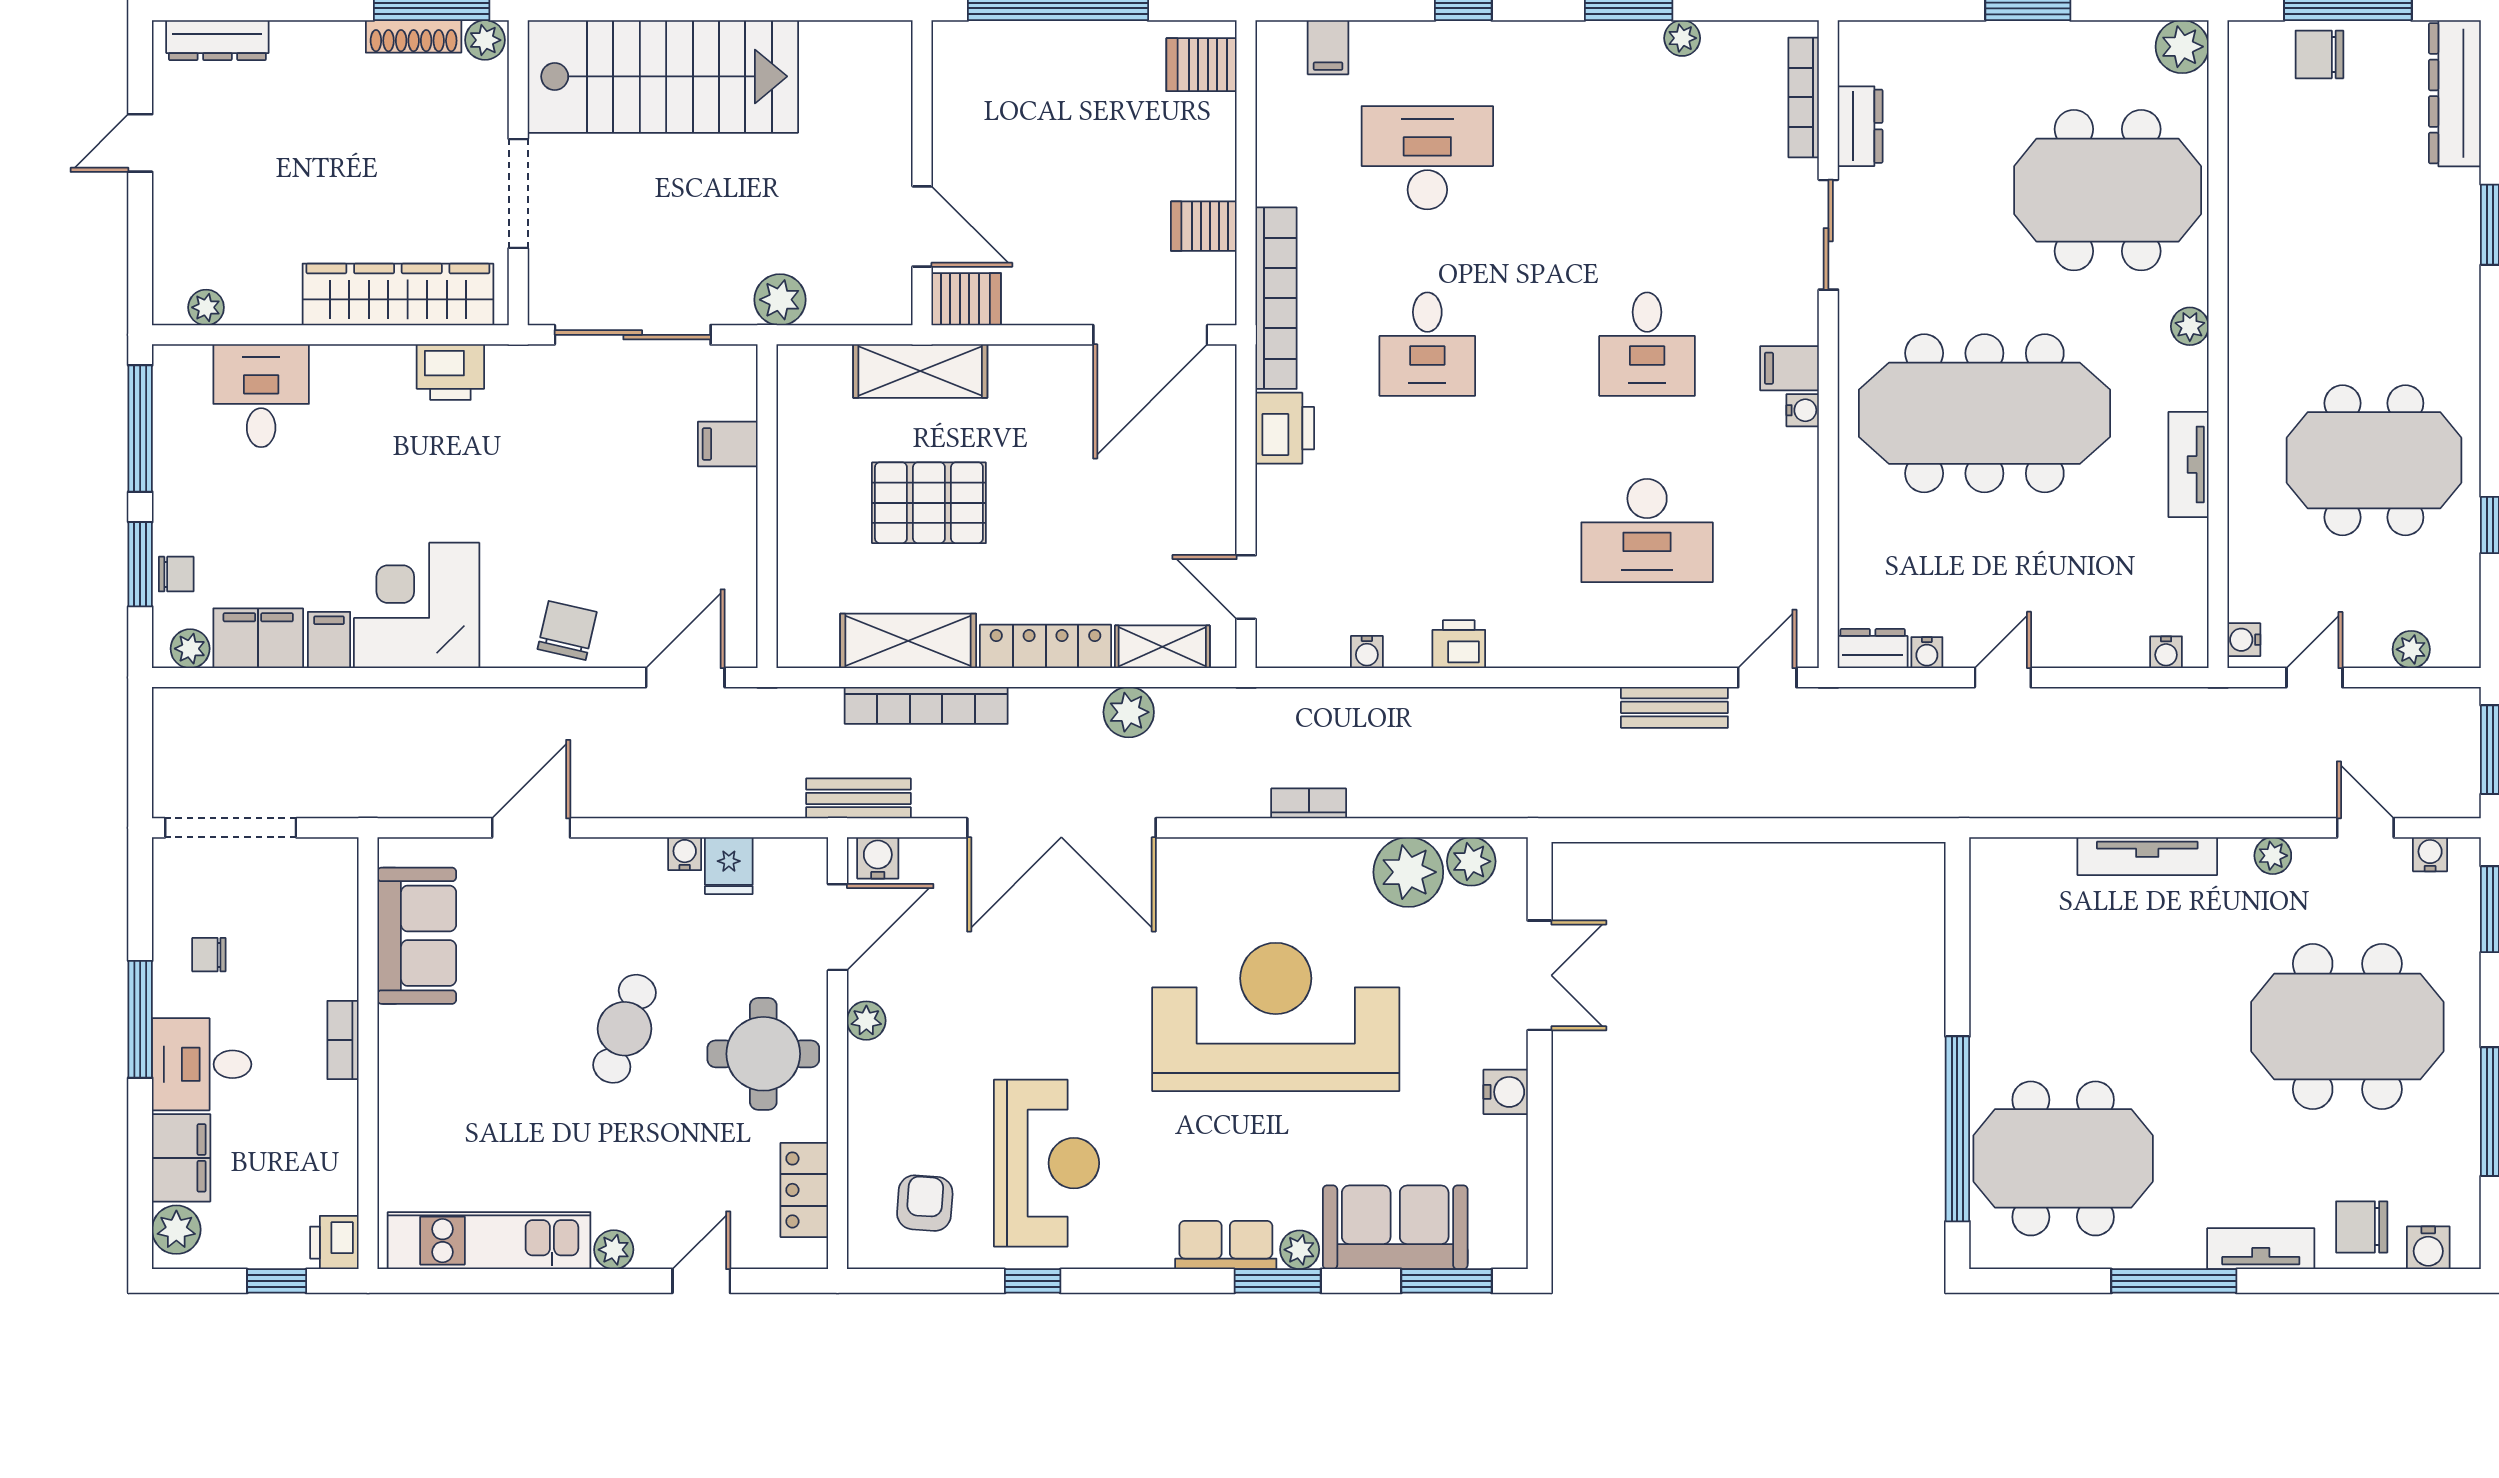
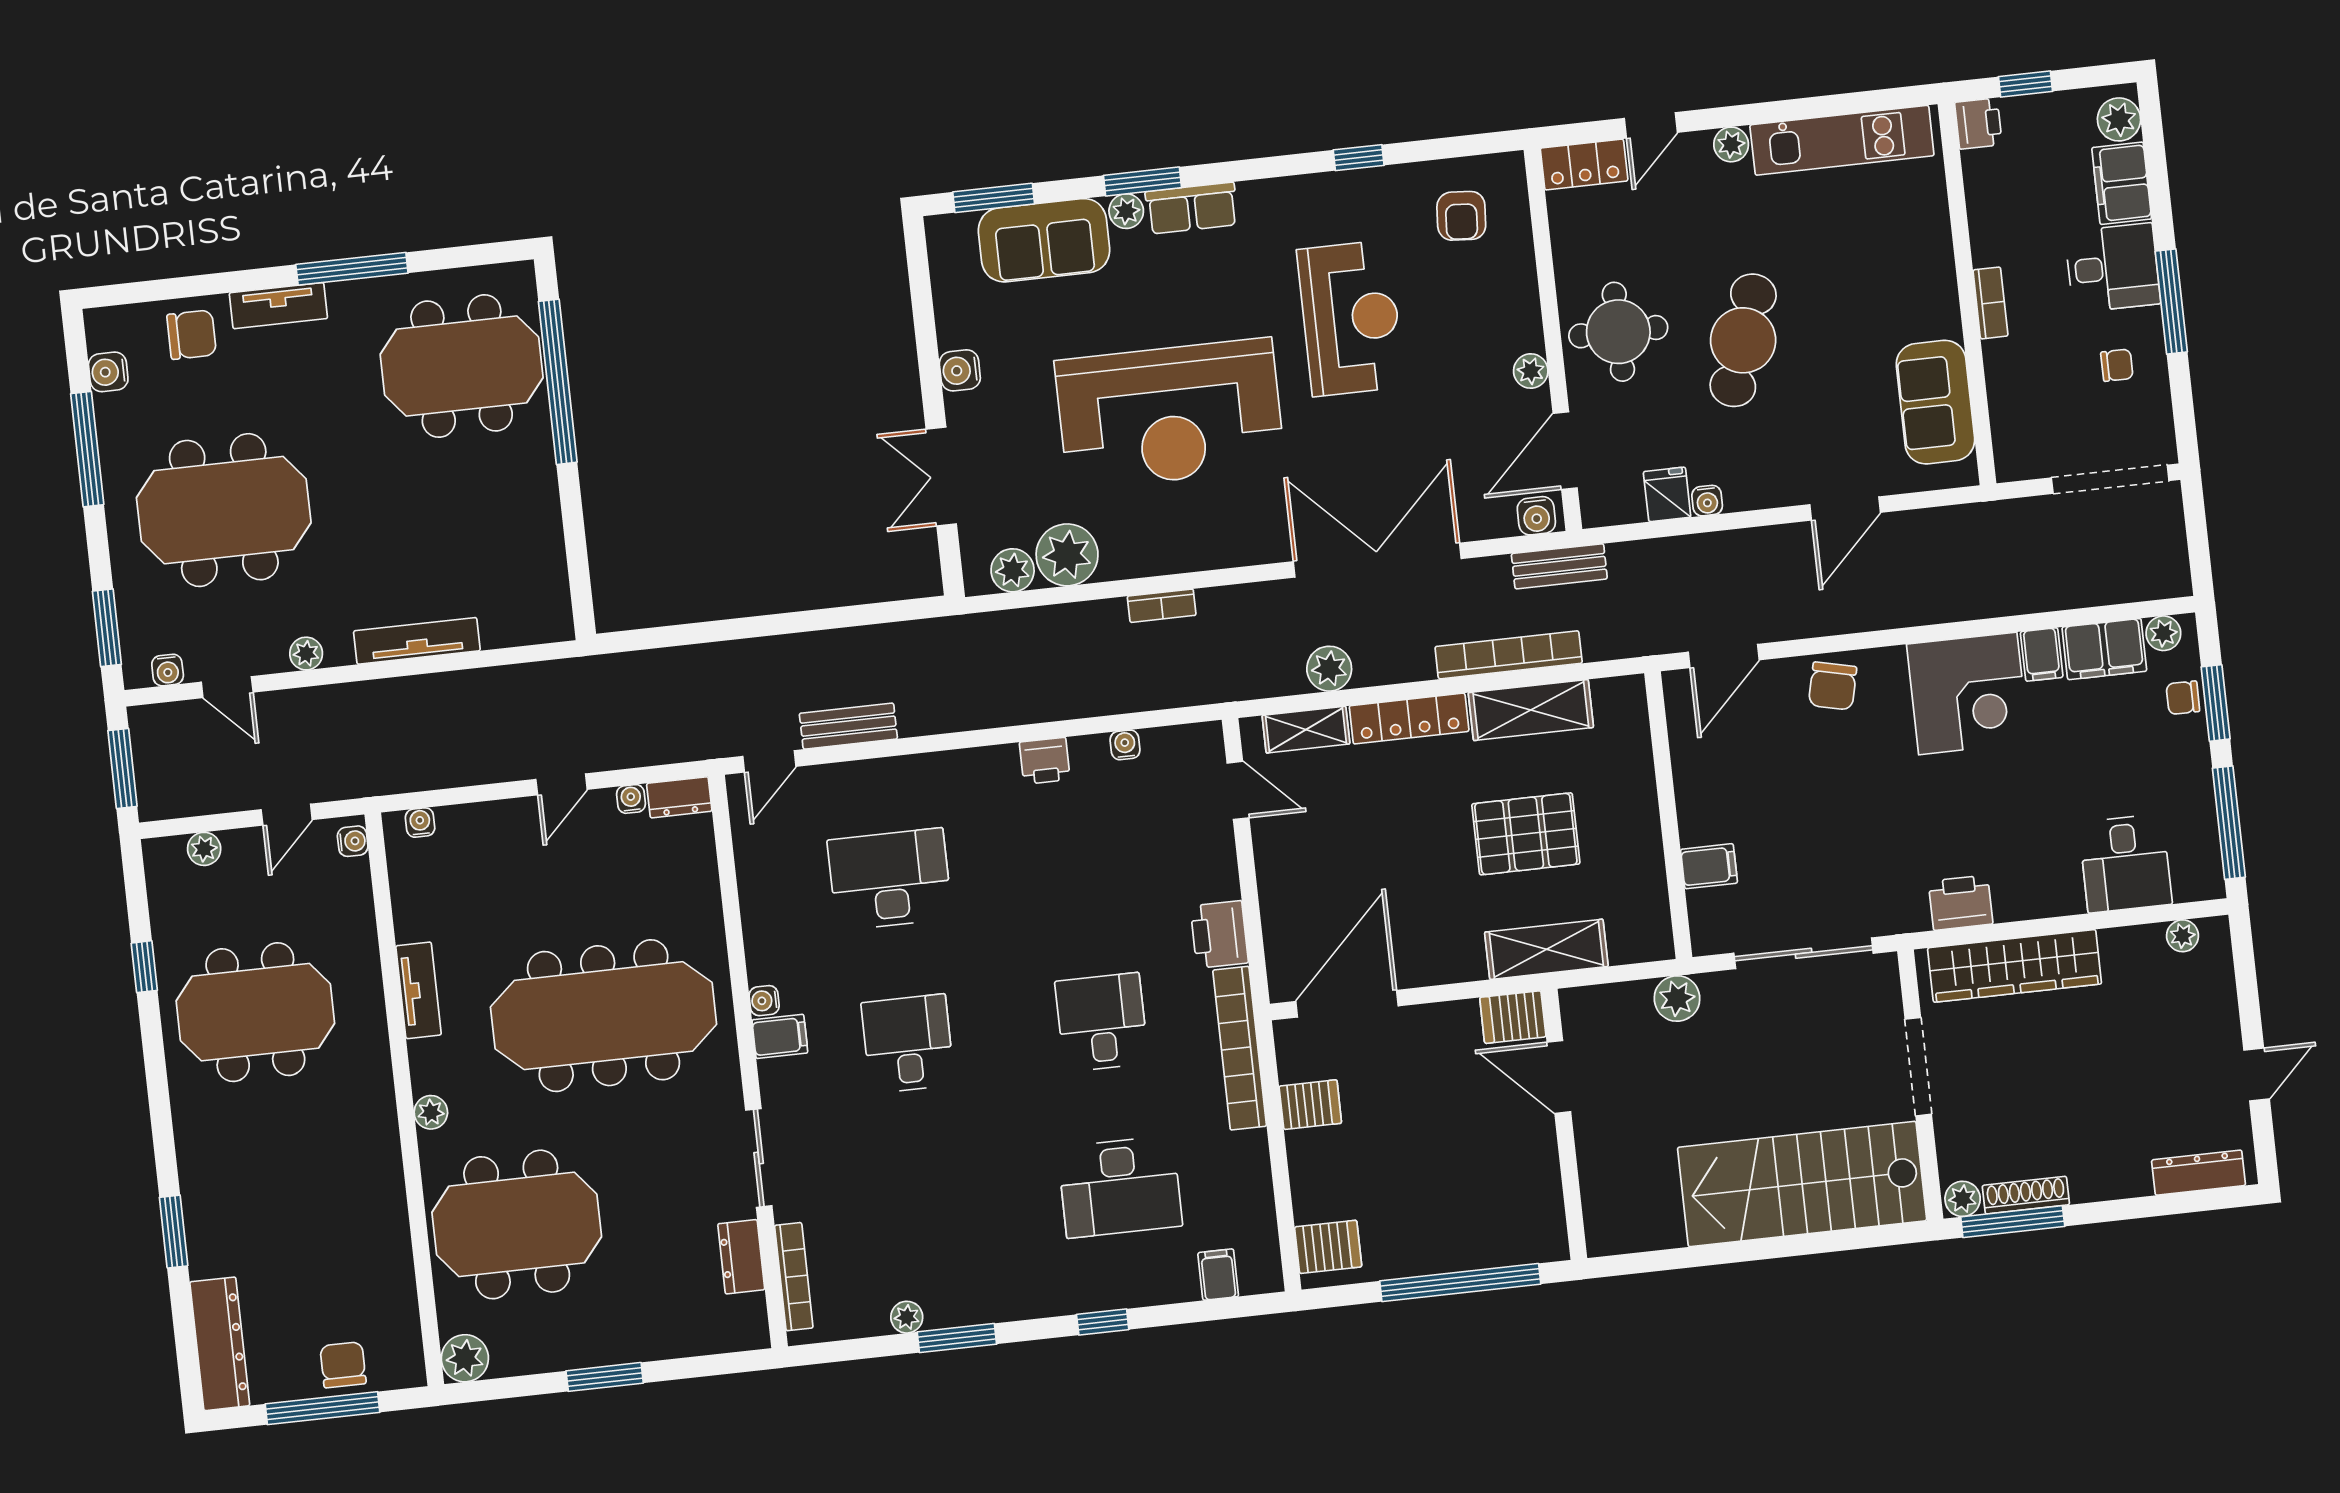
chair: (2319, 54) -> (343, 1365), turned -90
cafe table: (625, 1029) -> (1743, 340), width x1.37, depth x1.35
reception desk: (1047, 1163) -> (1351, 318), moved, turned 180
locker: (804, 1190) -> (1584, 164), moved, turned 90
water cooler: (2428, 1248) -> (108, 372), moved, turned -90

